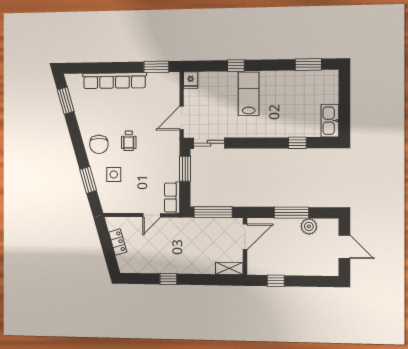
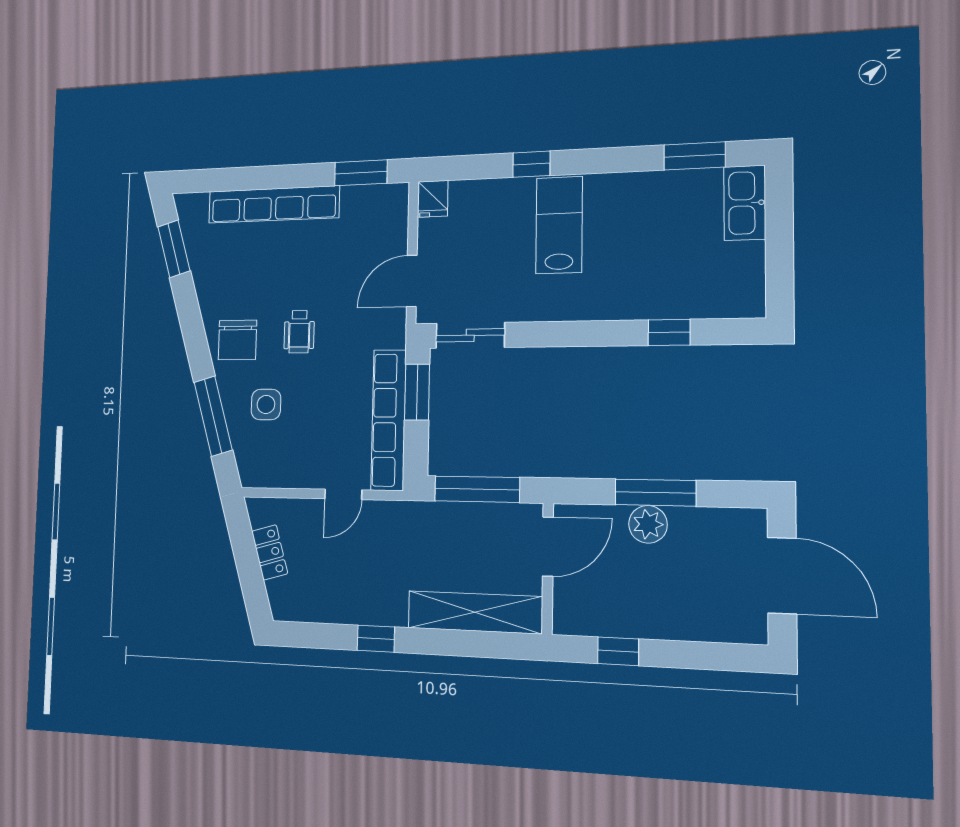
kitchen sink: (330, 121) -> (745, 203), moved
window: (88, 180) -> (213, 416), width x1.44
row of seats: (172, 198) -> (389, 420), width x2.02
plant: (309, 226) -> (648, 524), moved
door: (344, 247) -> (782, 576), width x1.36
shelving: (229, 268) -> (475, 612), width x2.20, depth x1.33

